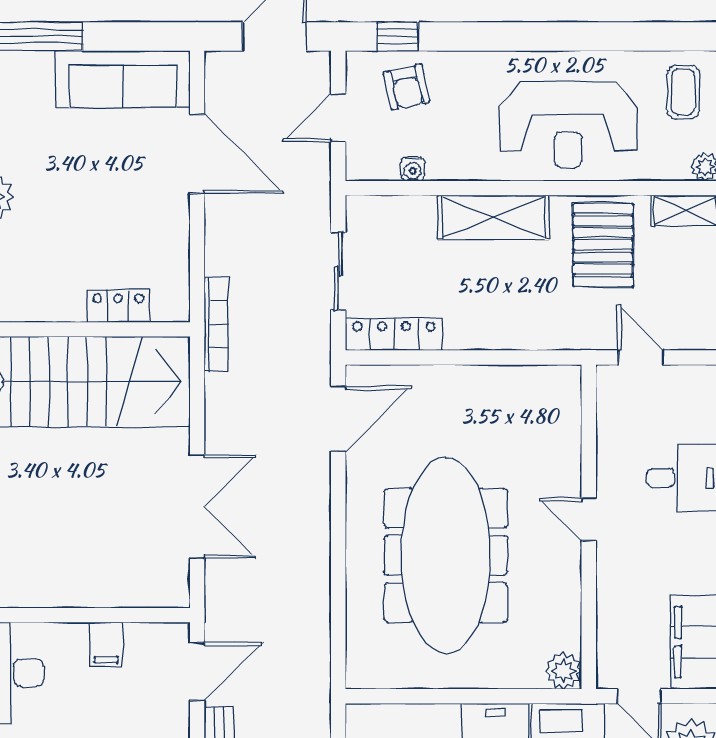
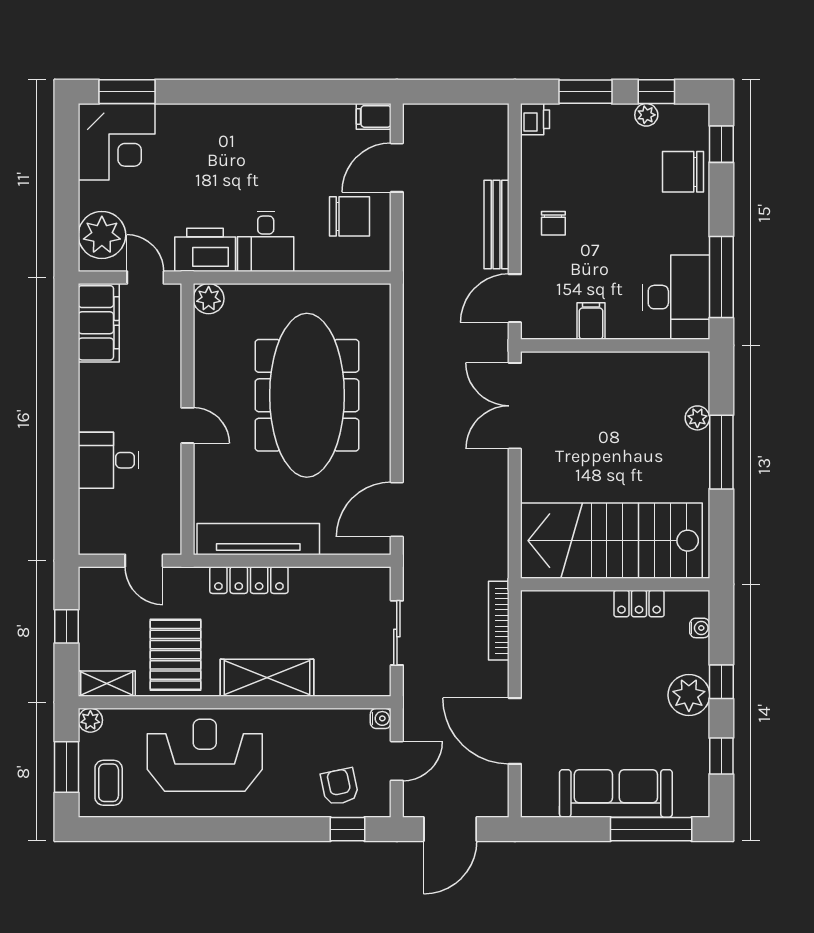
sofa: (123, 79) -> (616, 793), moved
water cooler: (413, 169) -> (381, 718), moved, turned 90
locker: (118, 306) -> (639, 603), moved
bookcase: (216, 324) -> (499, 621), moved
locker: (394, 334) -> (249, 580), moved
tv unit: (504, 383) -> (258, 539), added
double door: (197, 506) -> (515, 406), moved

